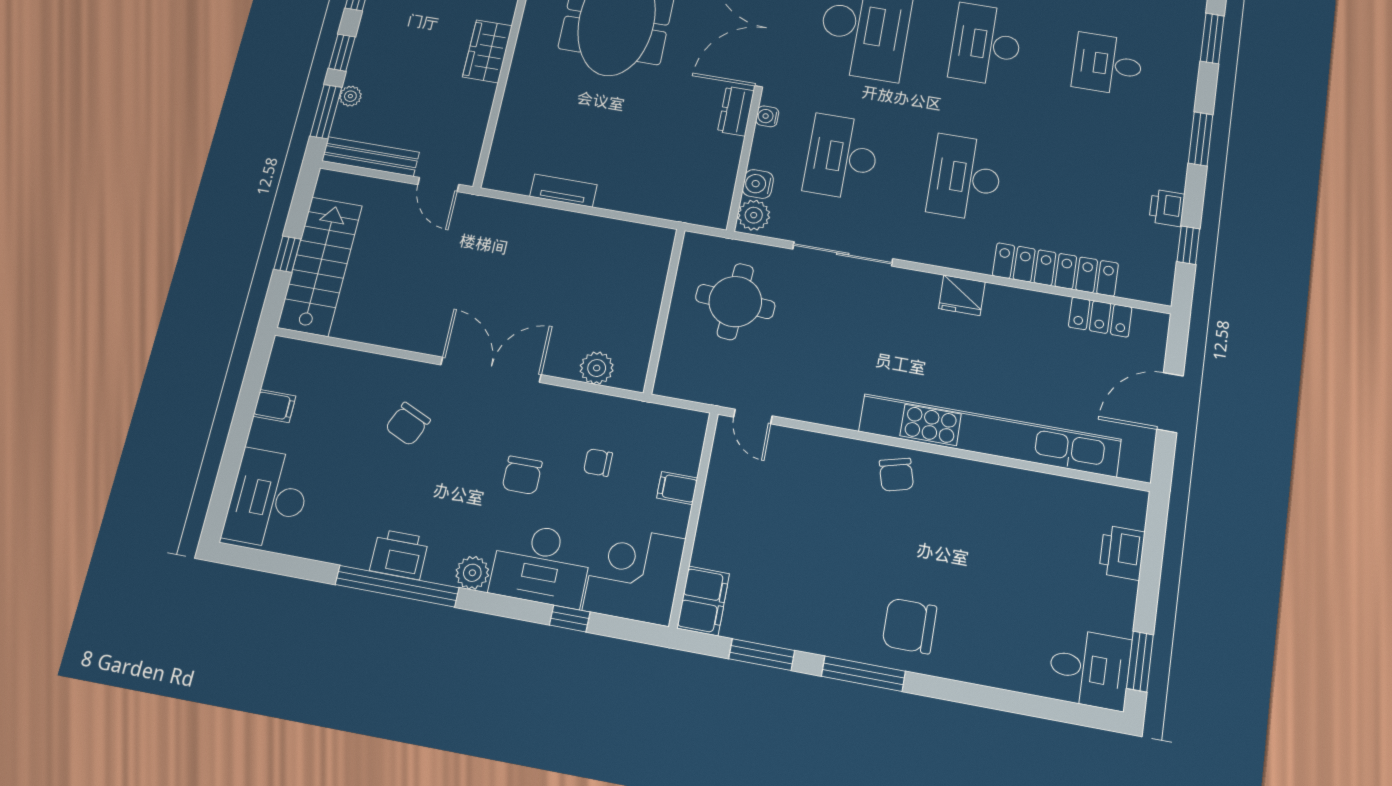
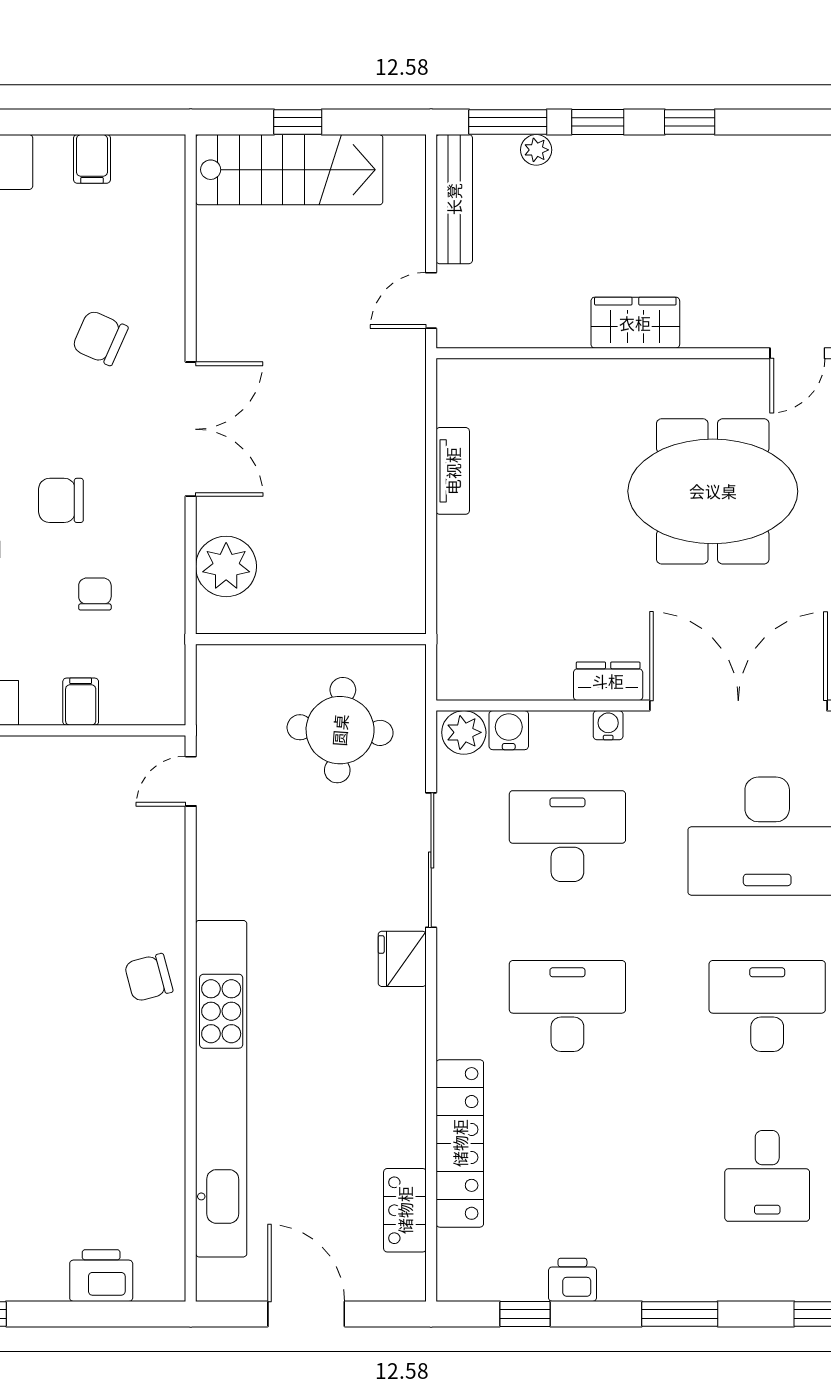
desk: (1108, 64) -> (767, 1176), turned 180
fridge: (962, 295) -> (402, 959), moved
plant: (597, 368) -> (226, 566), width x1.36, depth x1.36

